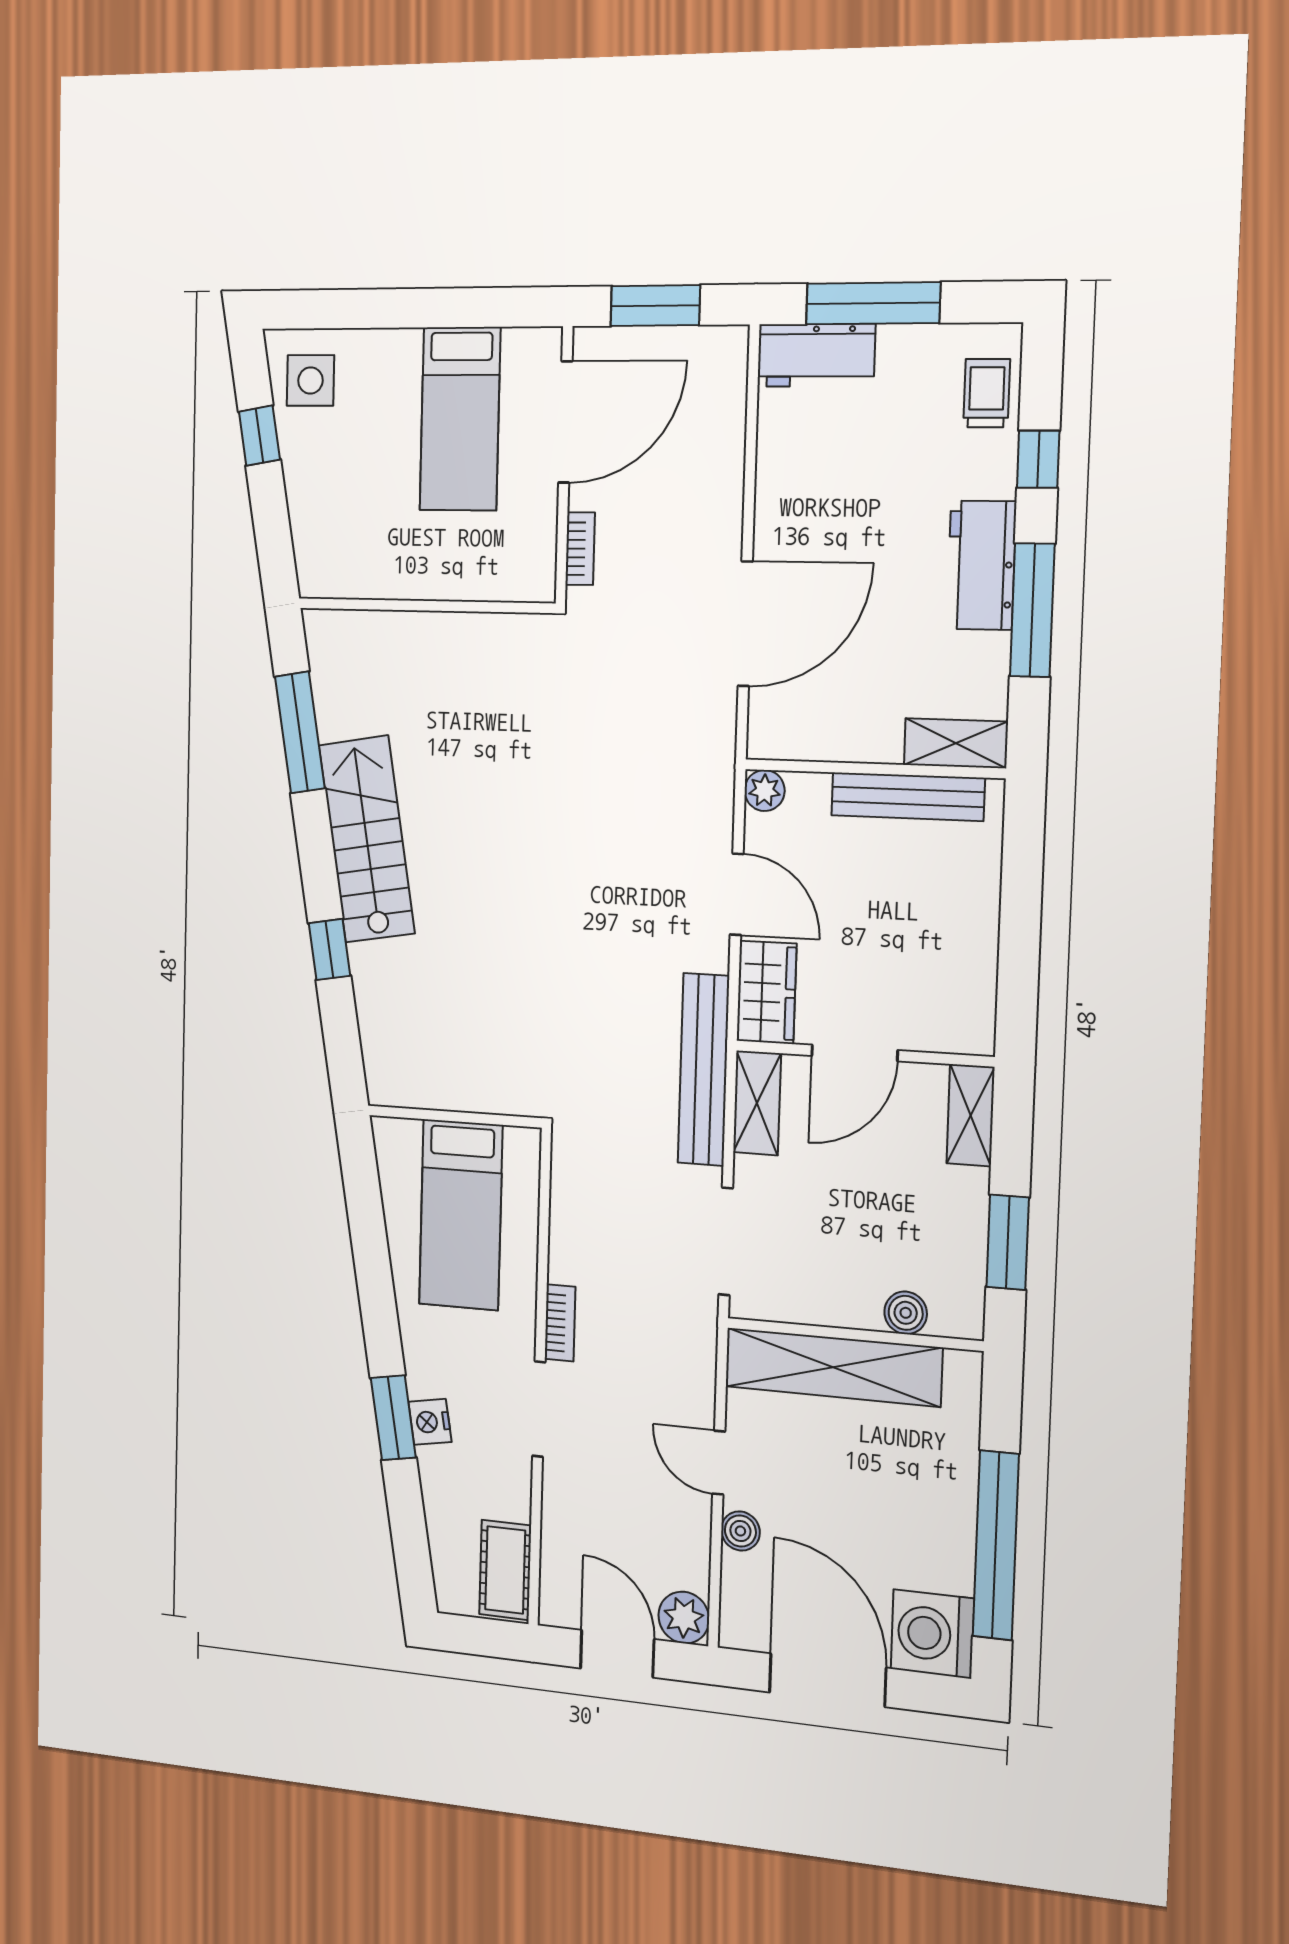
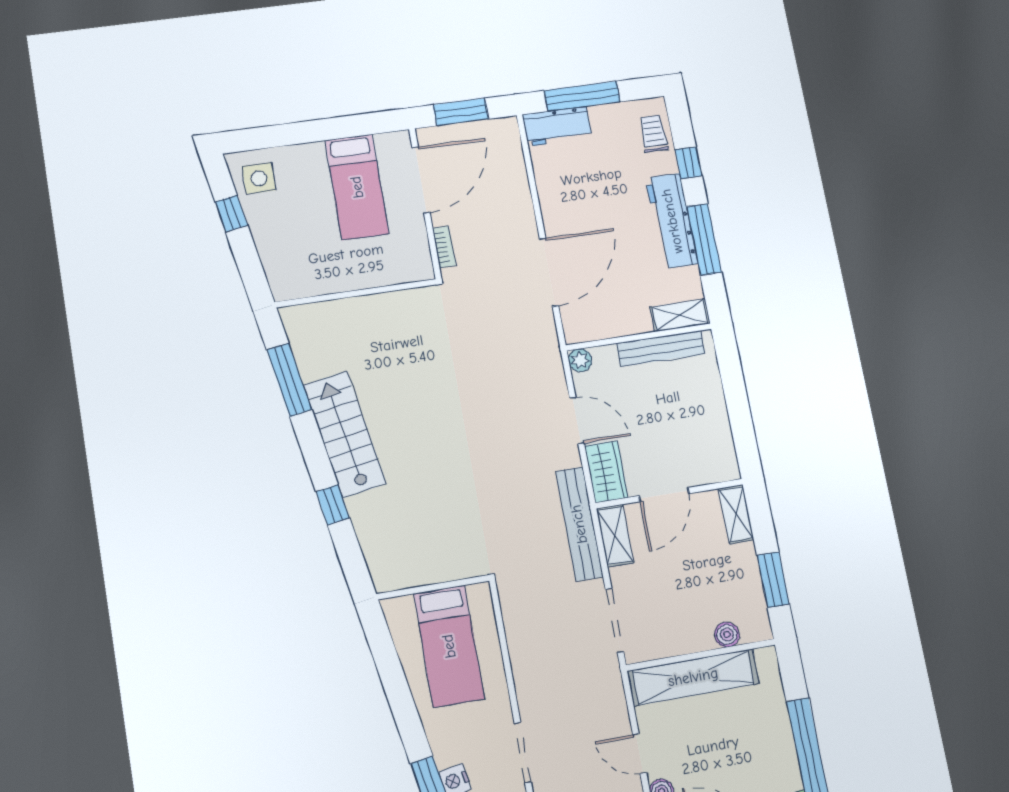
workbench: (981, 565) -> (672, 221), width x1.37
bookcase: (560, 1323) -> (525, 696), removed

